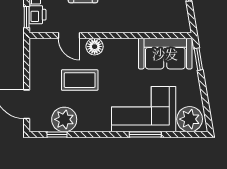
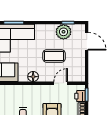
door: (69, 36) -> (61, 83), hinge flipped
floor lamp: (95, 47) -> (33, 77), moved

